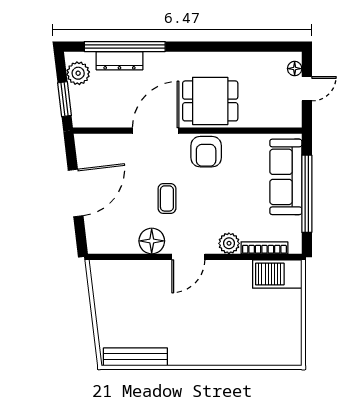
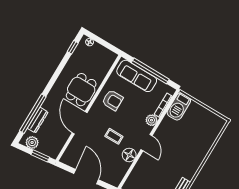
window: (270, 47) -> (73, 47), added
door: (307, 89) -> (102, 42), removed
armchair: (206, 152) -> (112, 100), moved

